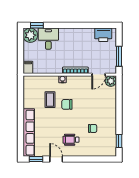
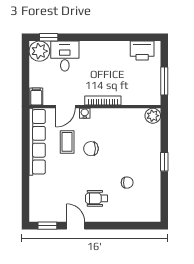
door: (99, 75) -> (66, 107), moved
row of seats: (29, 133) -> (37, 142), moved
window: (119, 141) -> (164, 162), moved

